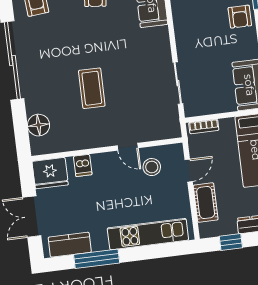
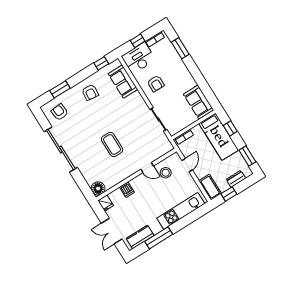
armchair: (240, 17) -> (156, 83), moved
floor lamp: (39, 125) -> (98, 188), moved
fridge: (50, 173) -> (106, 203), width x0.53, depth x0.75
cot: (206, 203) -> (210, 187), moved

